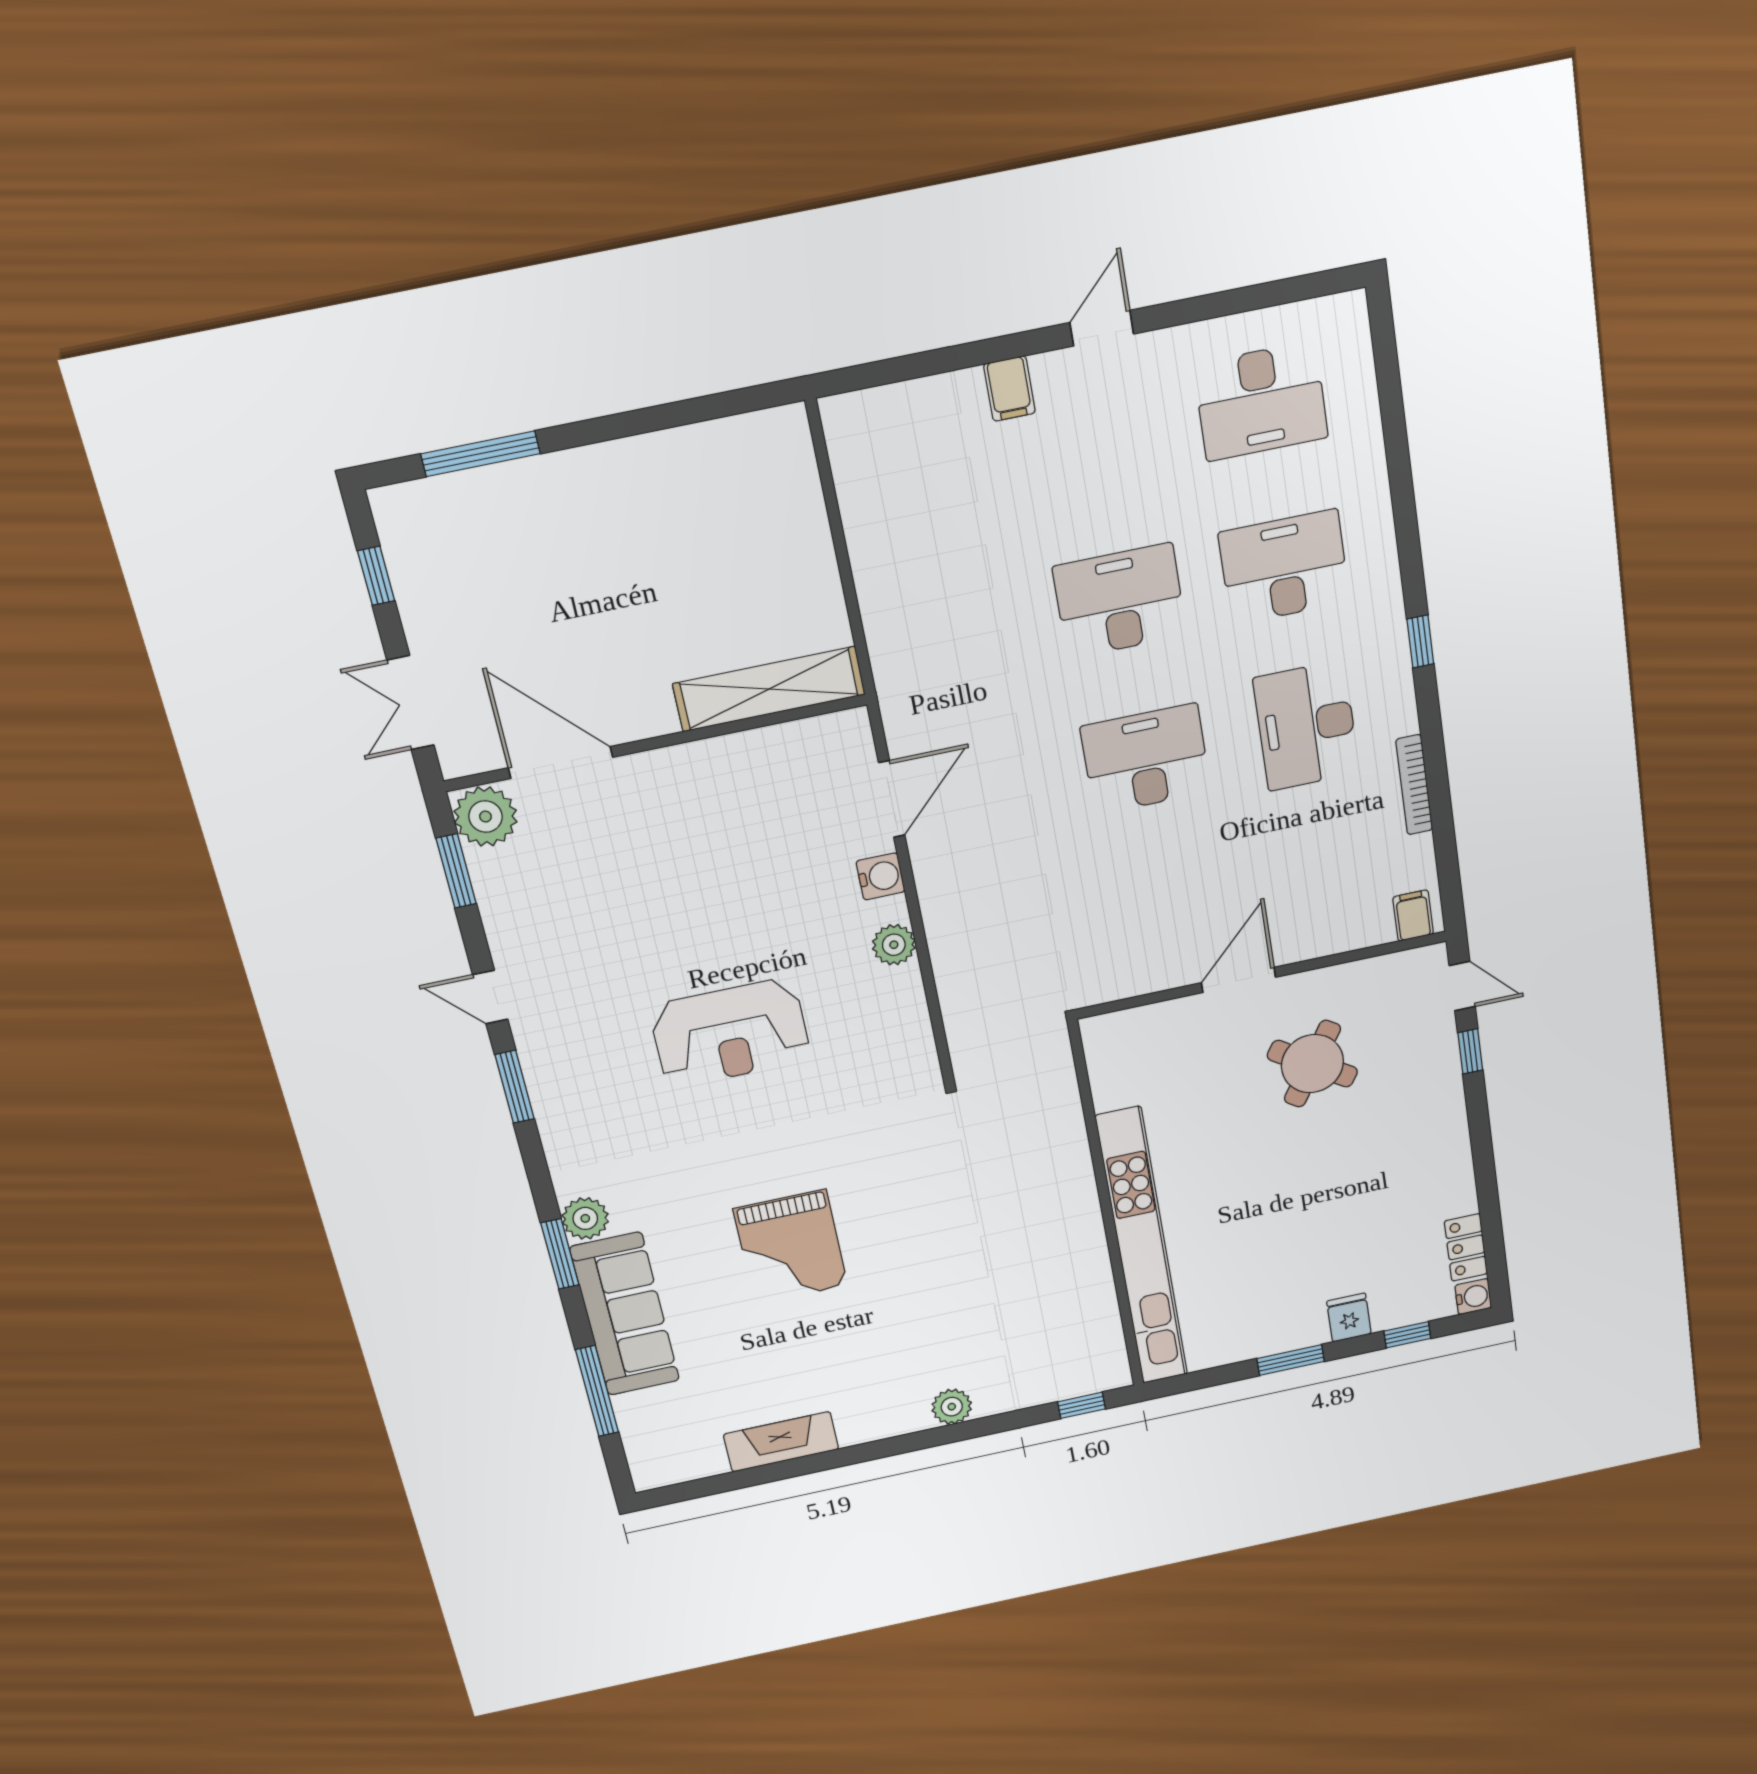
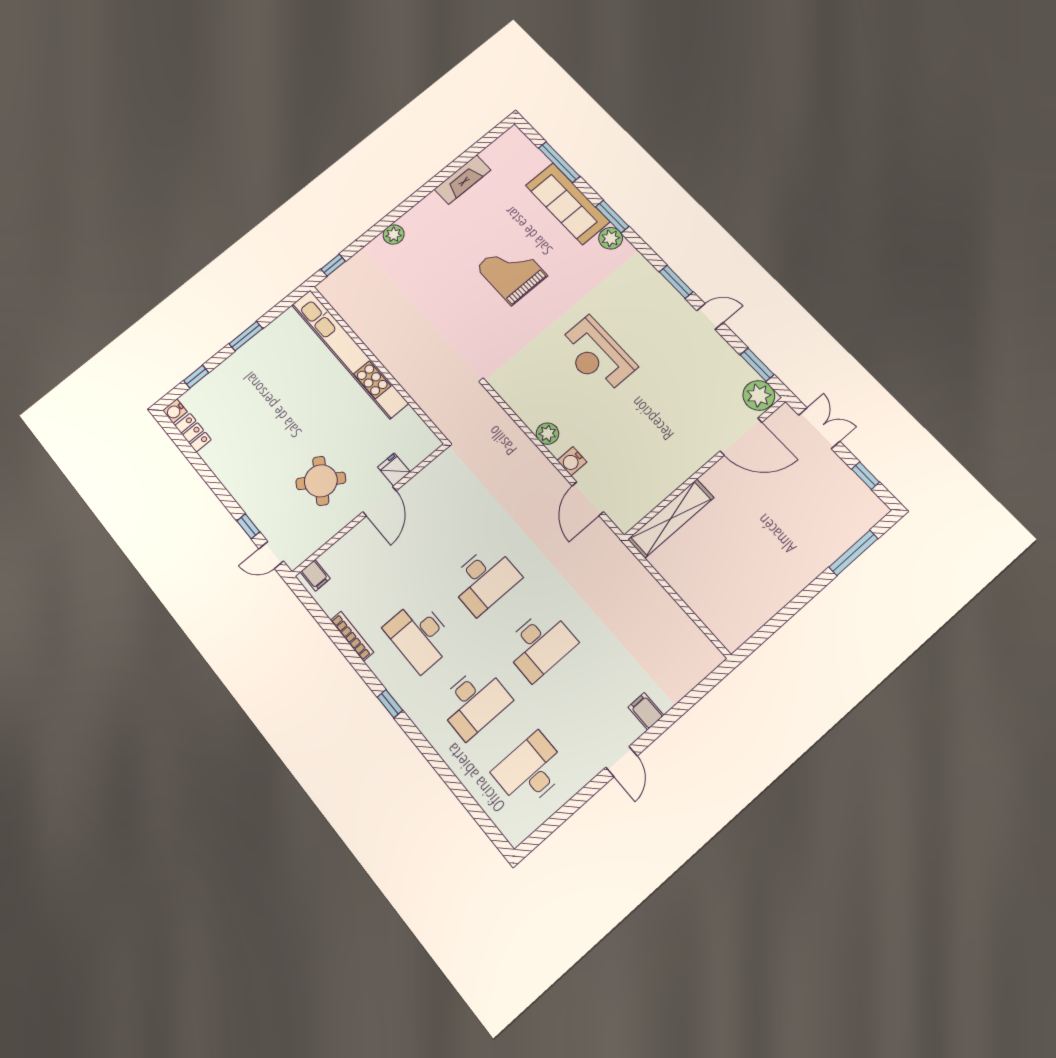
desk: (1306, 726) -> (420, 635), turned 180
reception desk: (730, 1033) -> (596, 355), turned -90
fridge: (1349, 1318) -> (394, 469), moved, turned 180

